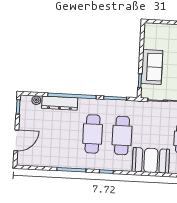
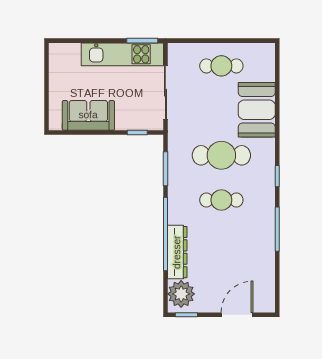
sofa: (152, 67) -> (88, 115), moved
plant: (36, 100) -> (181, 294), width x1.87, depth x1.87
cafe table: (93, 134) -> (221, 200), width x0.73, depth x0.74
door: (16, 140) -> (237, 315), hinge flipped

